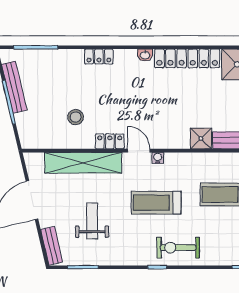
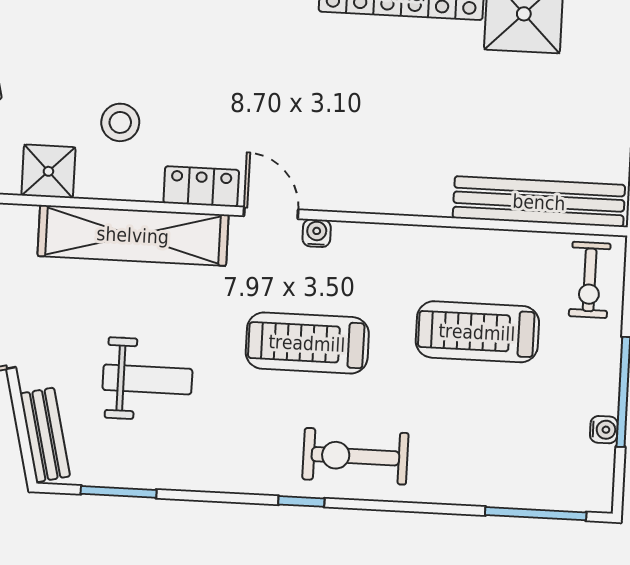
shower: (201, 138) -> (48, 171), moved
weight bench: (92, 221) -> (147, 379), turned 90

